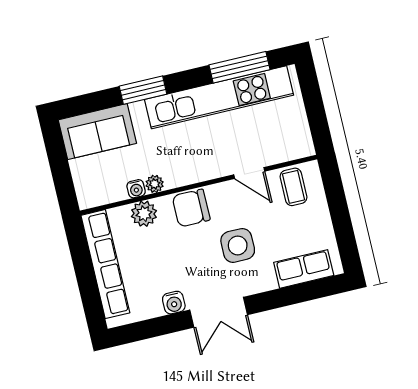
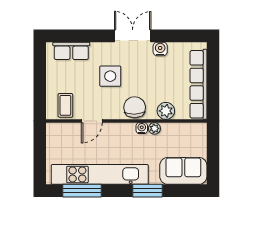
door: (249, 173) -> (92, 121), swing flipped
water cooler: (136, 189) -> (142, 128), moved
chair: (191, 208) -> (135, 107), turned -91

